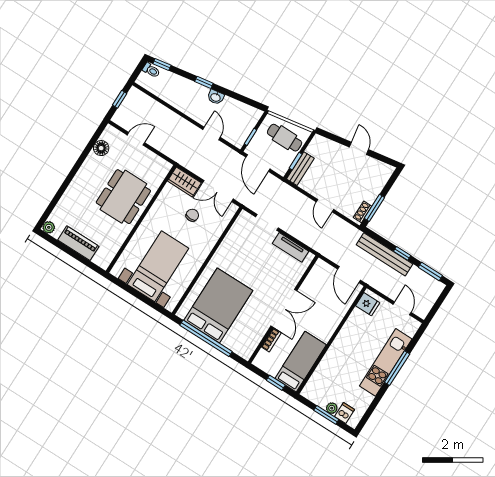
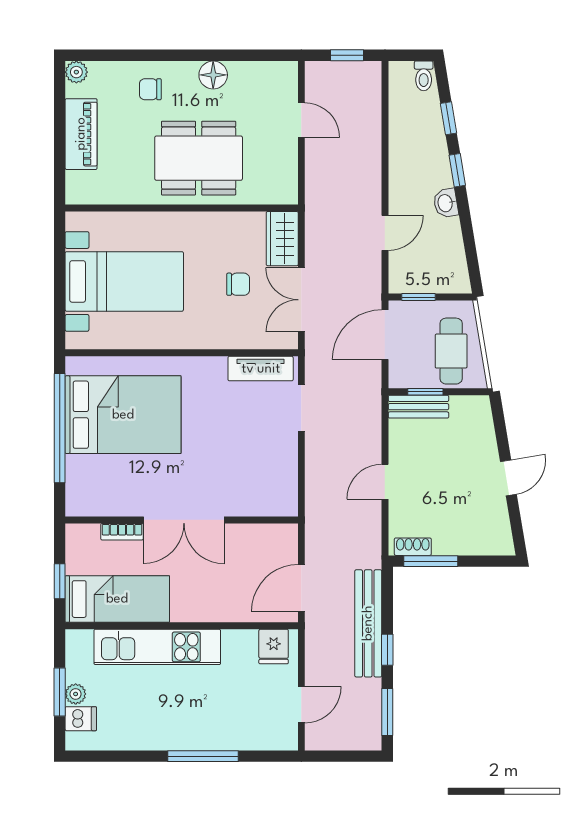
window: (162, 65) -> (449, 118), moved
floor lamp: (101, 148) -> (213, 75), moved
chair: (78, 199) -> (150, 89), added
tv unit: (291, 247) -> (261, 369), moved, turned -90
kitchen unit: (386, 362) -> (157, 647), moved, turned 180

